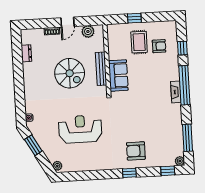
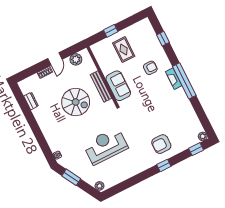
armchair: (159, 46) -> (150, 68), moved
window: (184, 85) -> (184, 81), moved
window: (187, 138) -> (201, 114), removed

